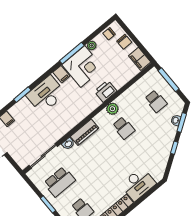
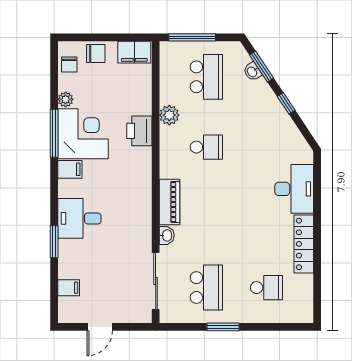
desk: (46, 94) -> (79, 218), width x0.73
school desk: (156, 101) -> (206, 77), width x1.85
plant: (112, 109) -> (169, 115), moved

